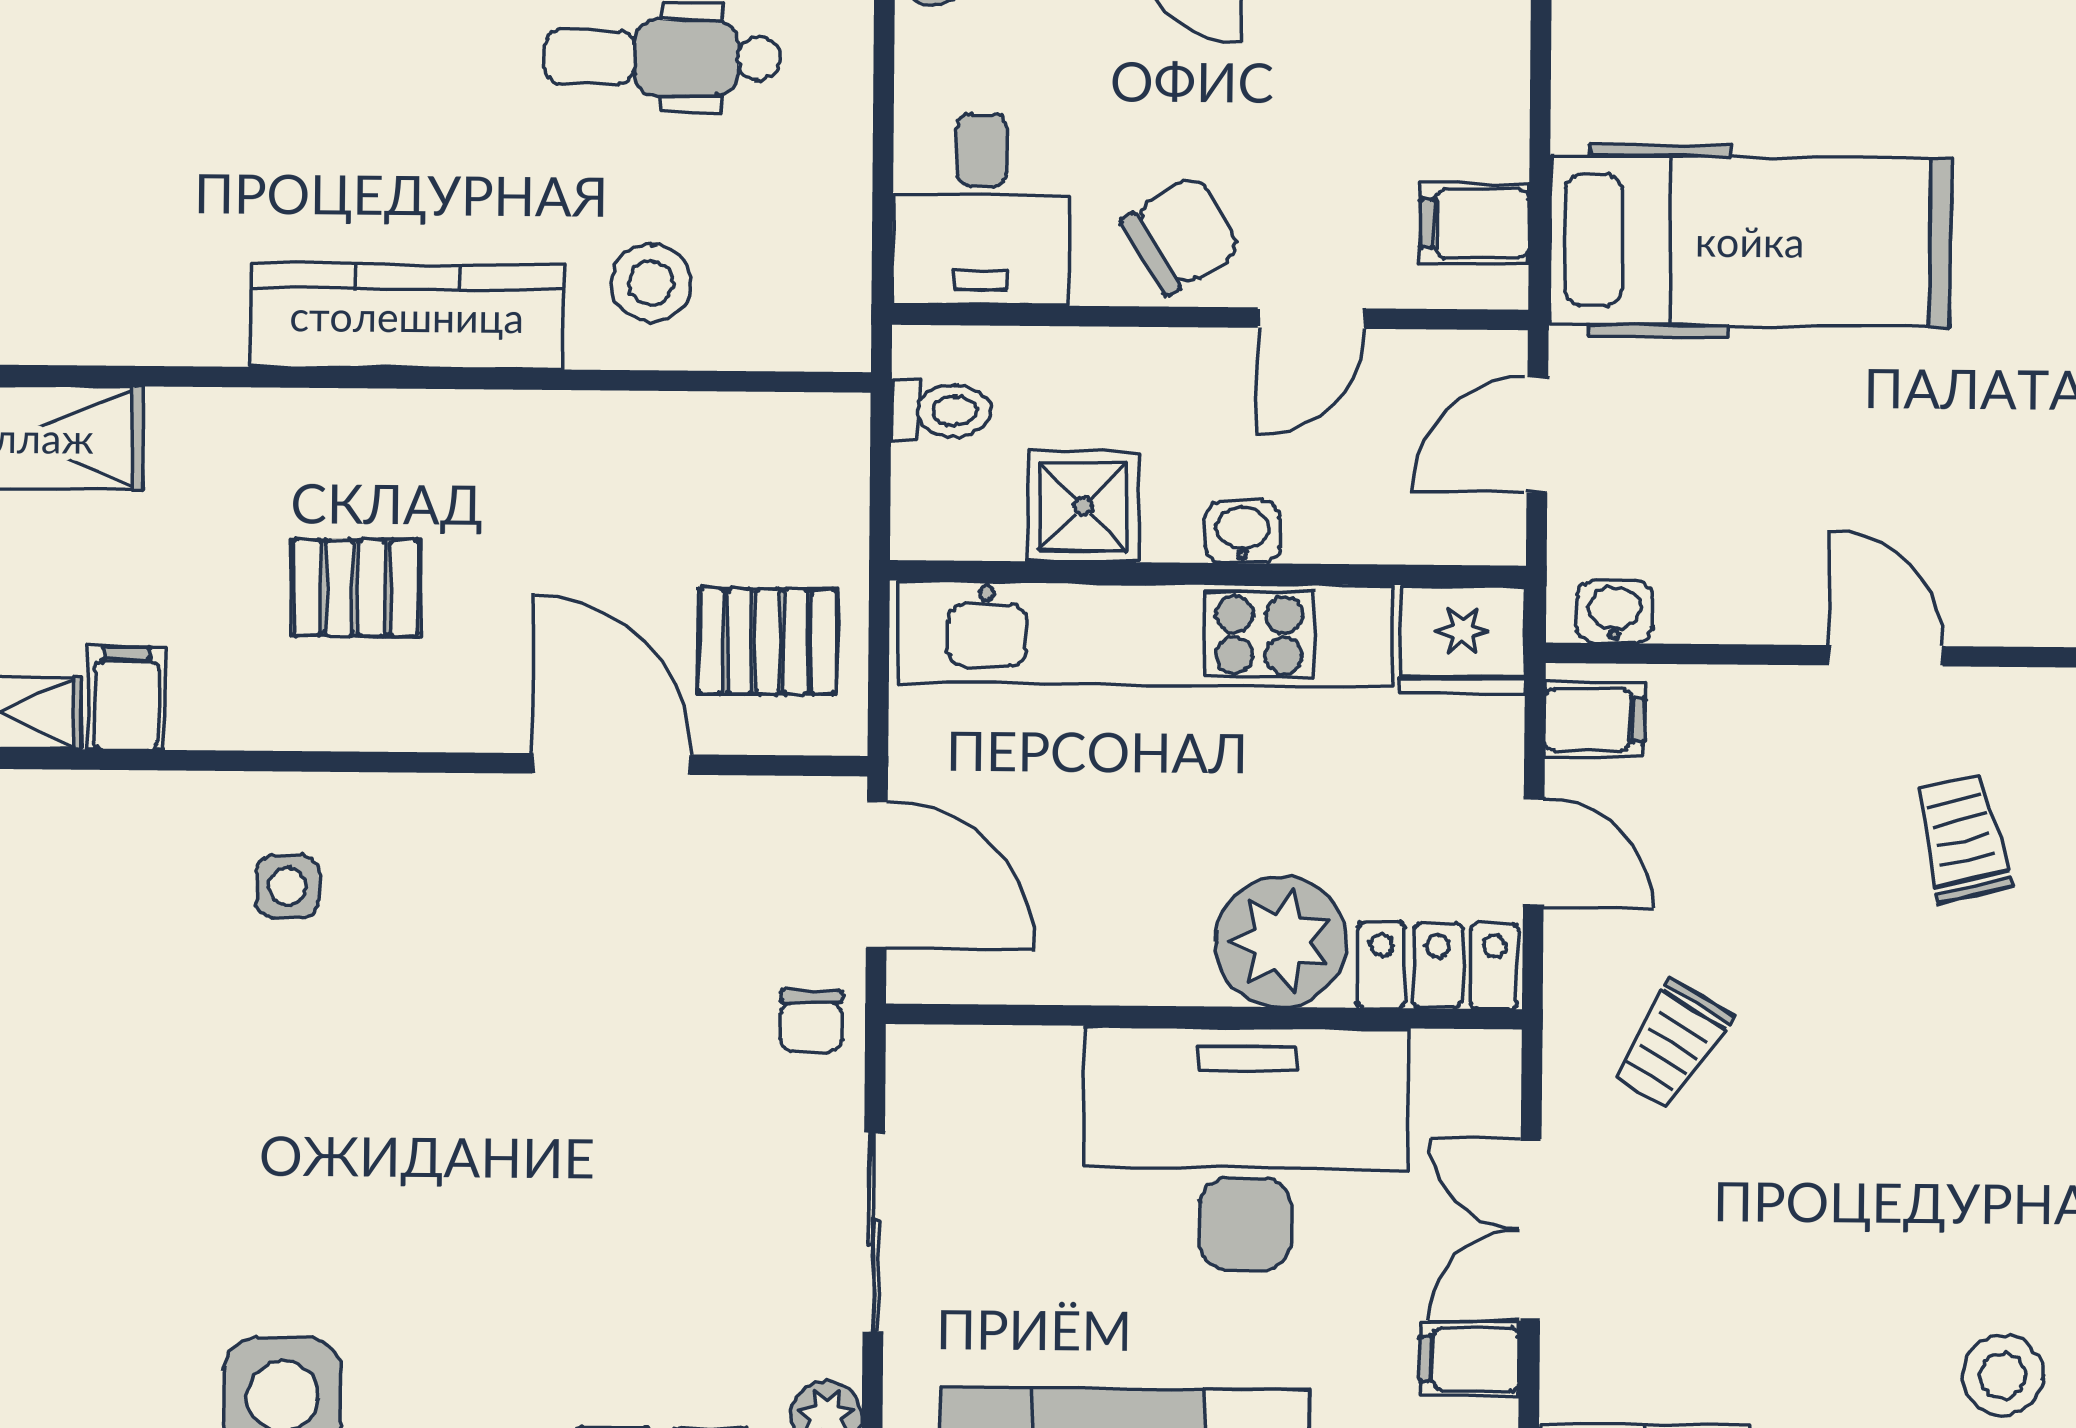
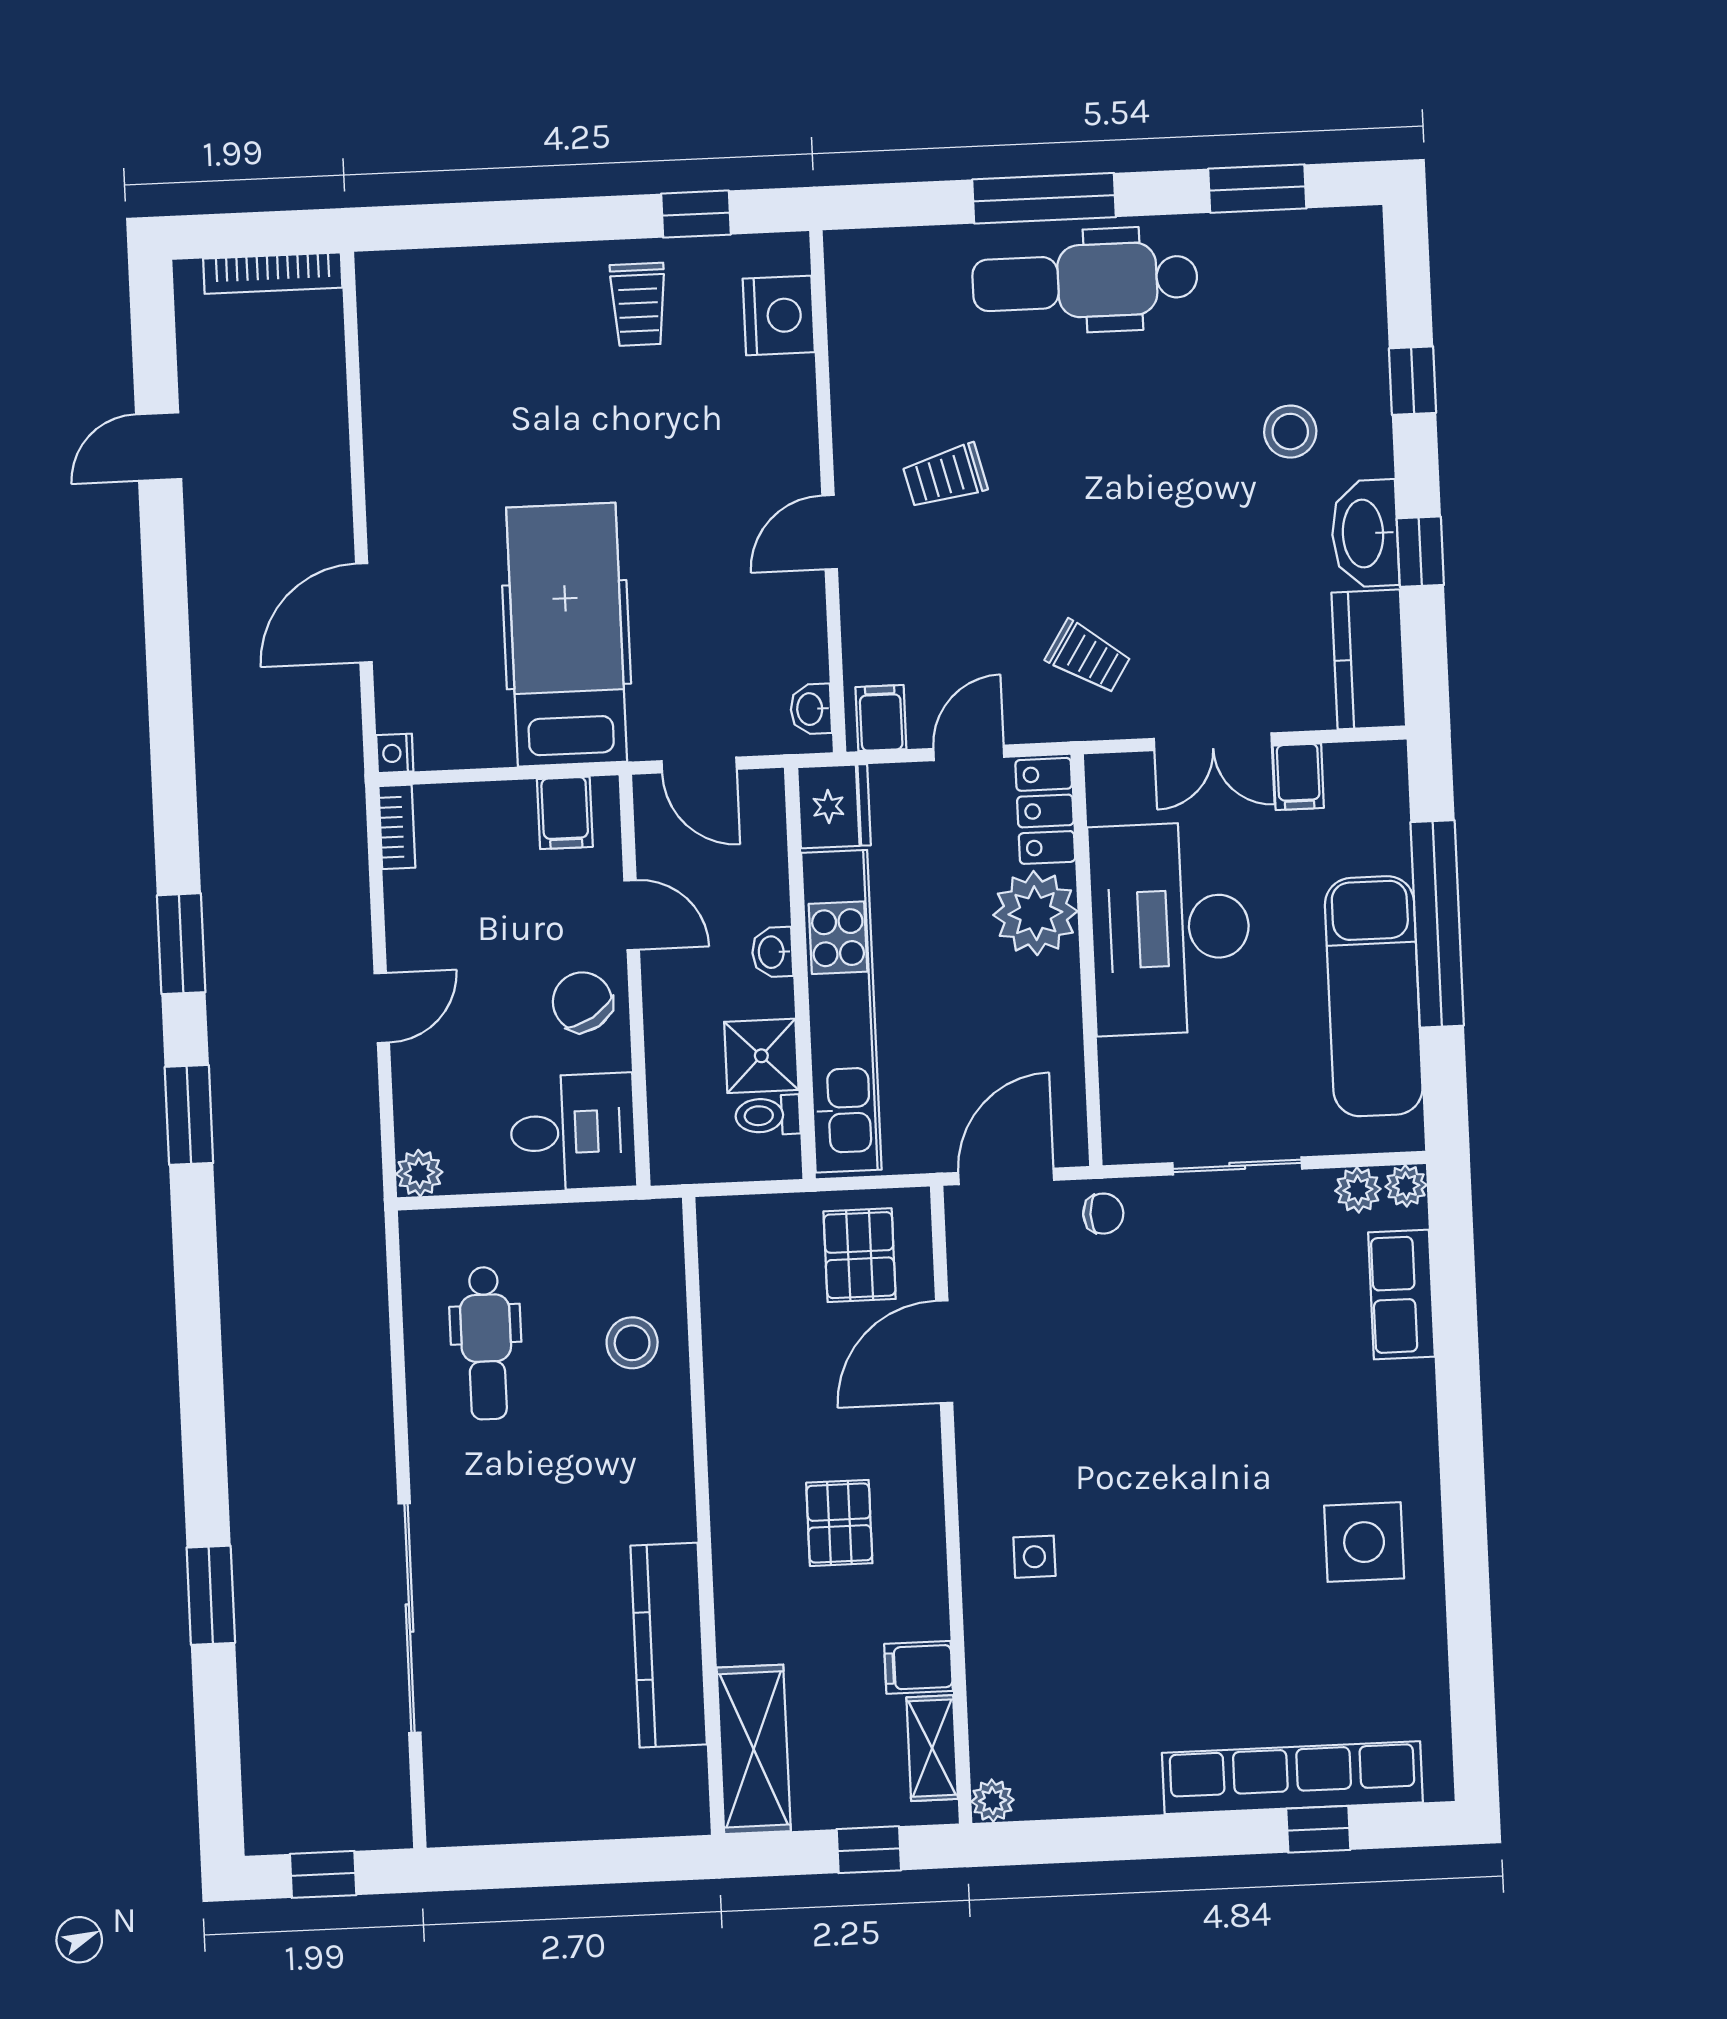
kitchen counter: (407, 316) -> (669, 1645), moved
toilet: (941, 411) -> (768, 1115), moved, turned -90

